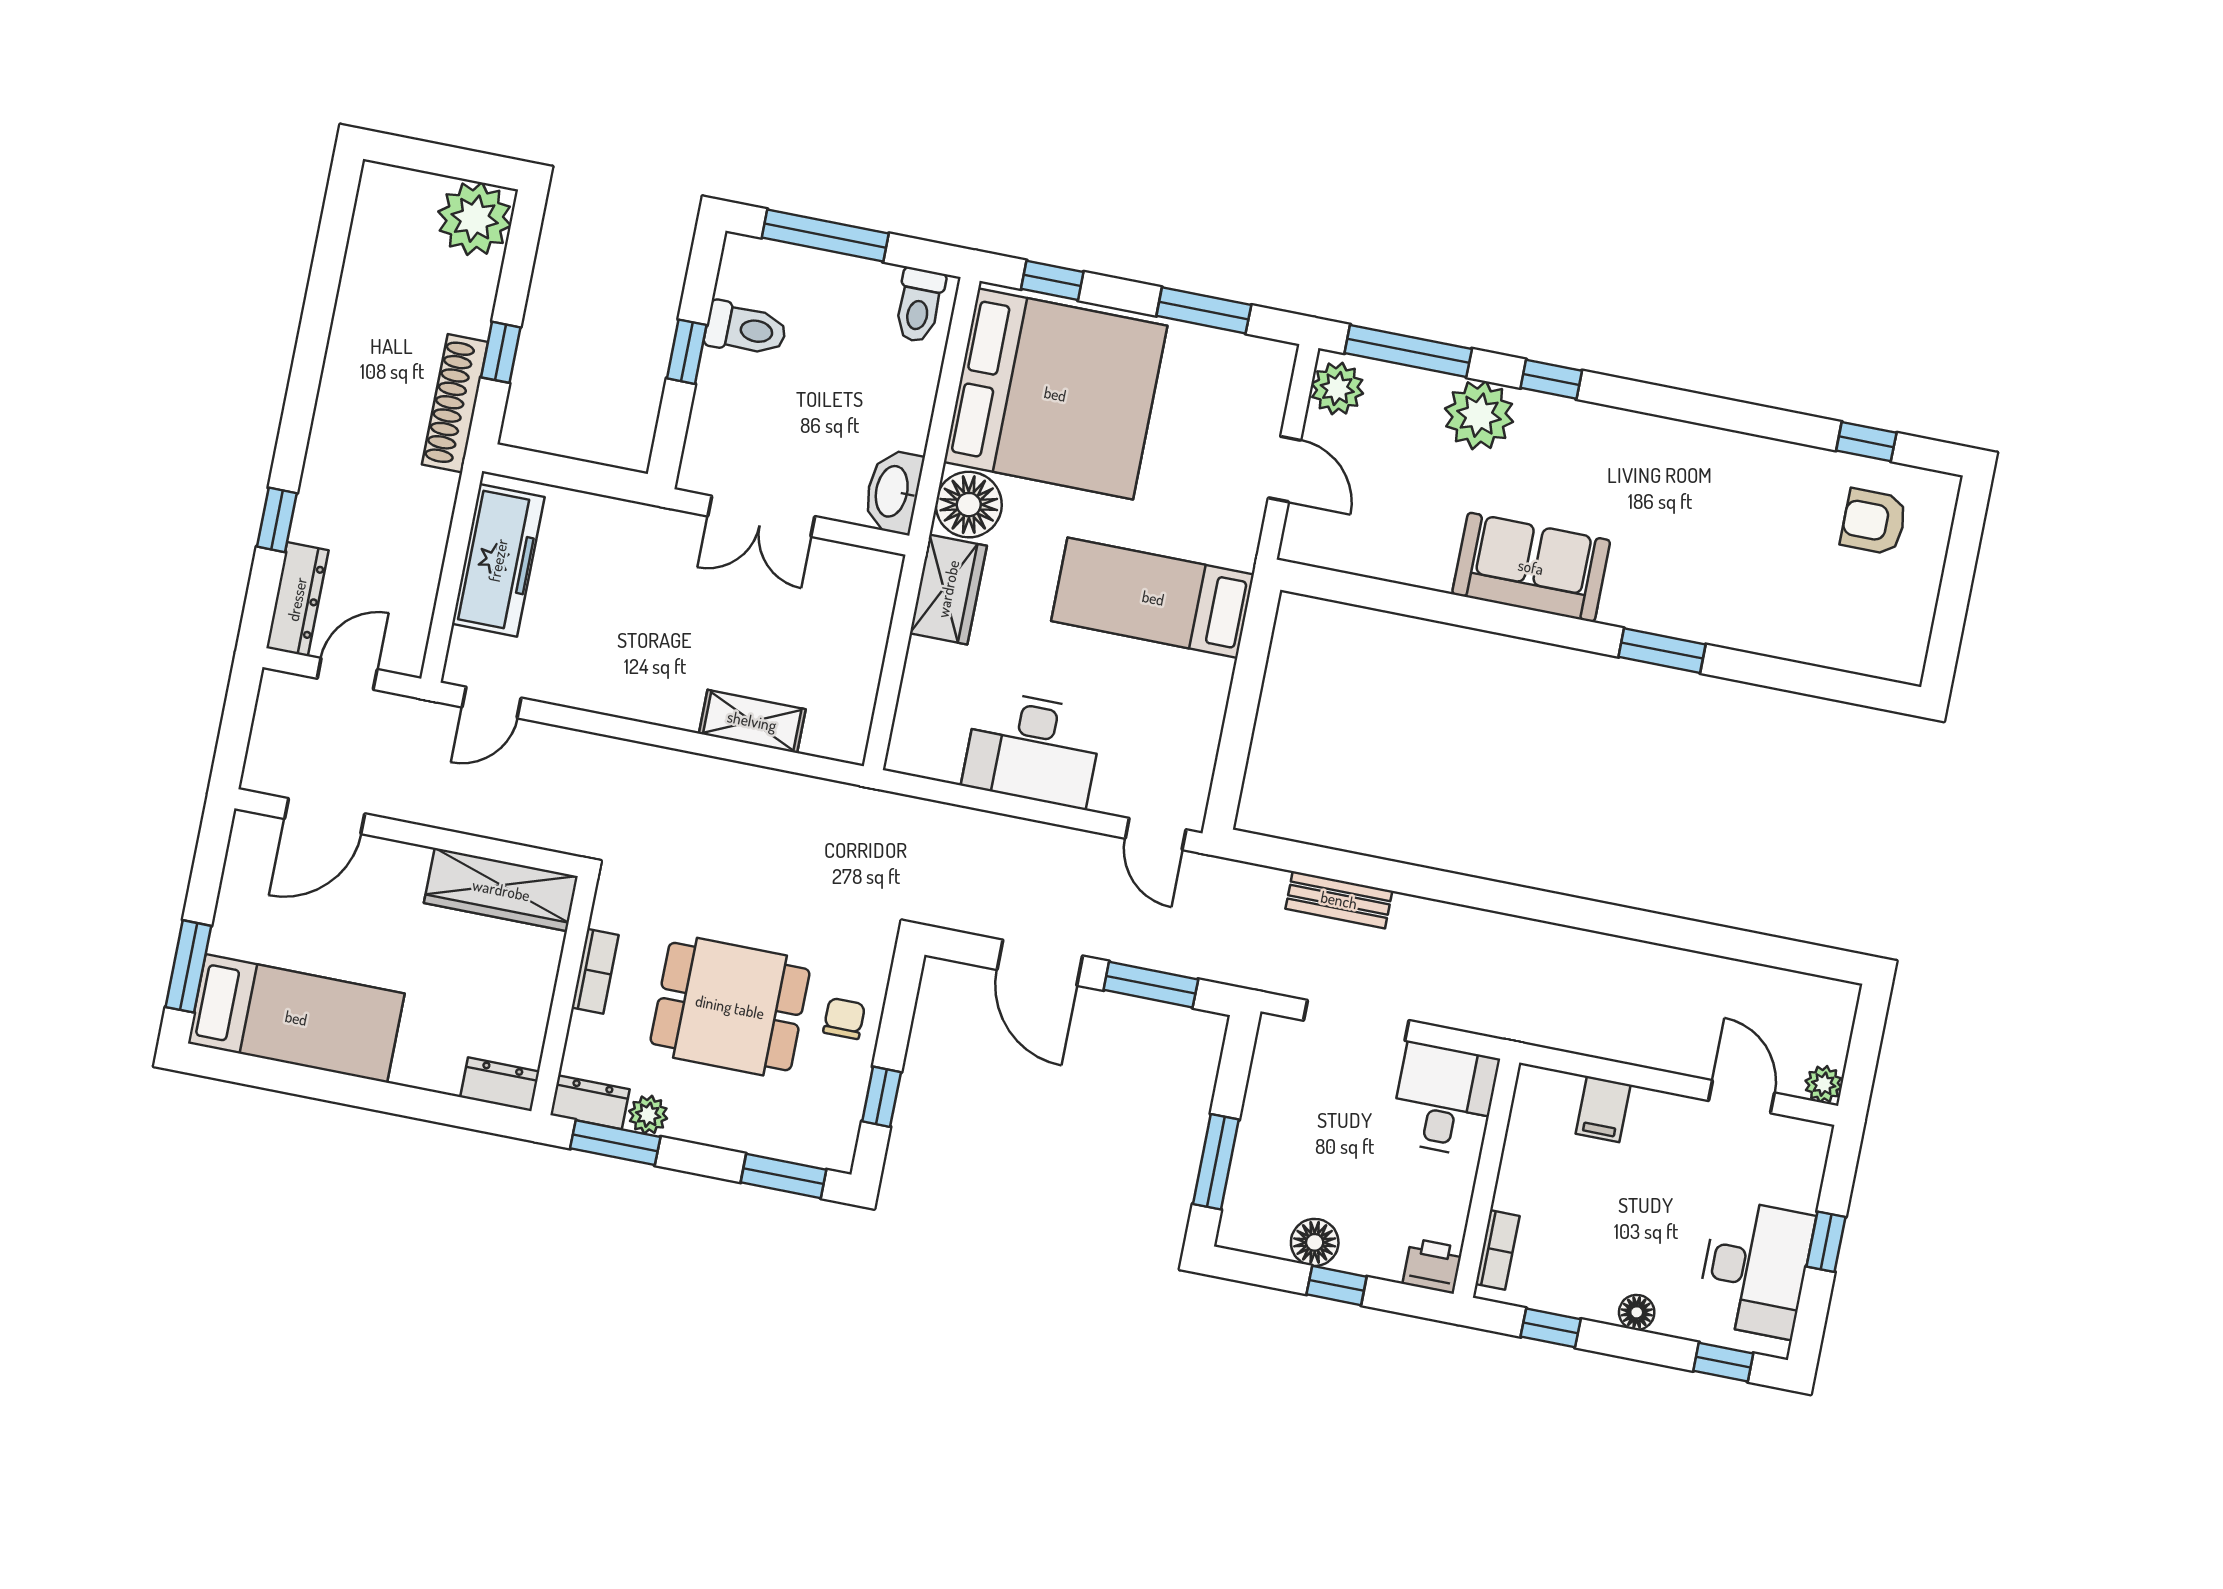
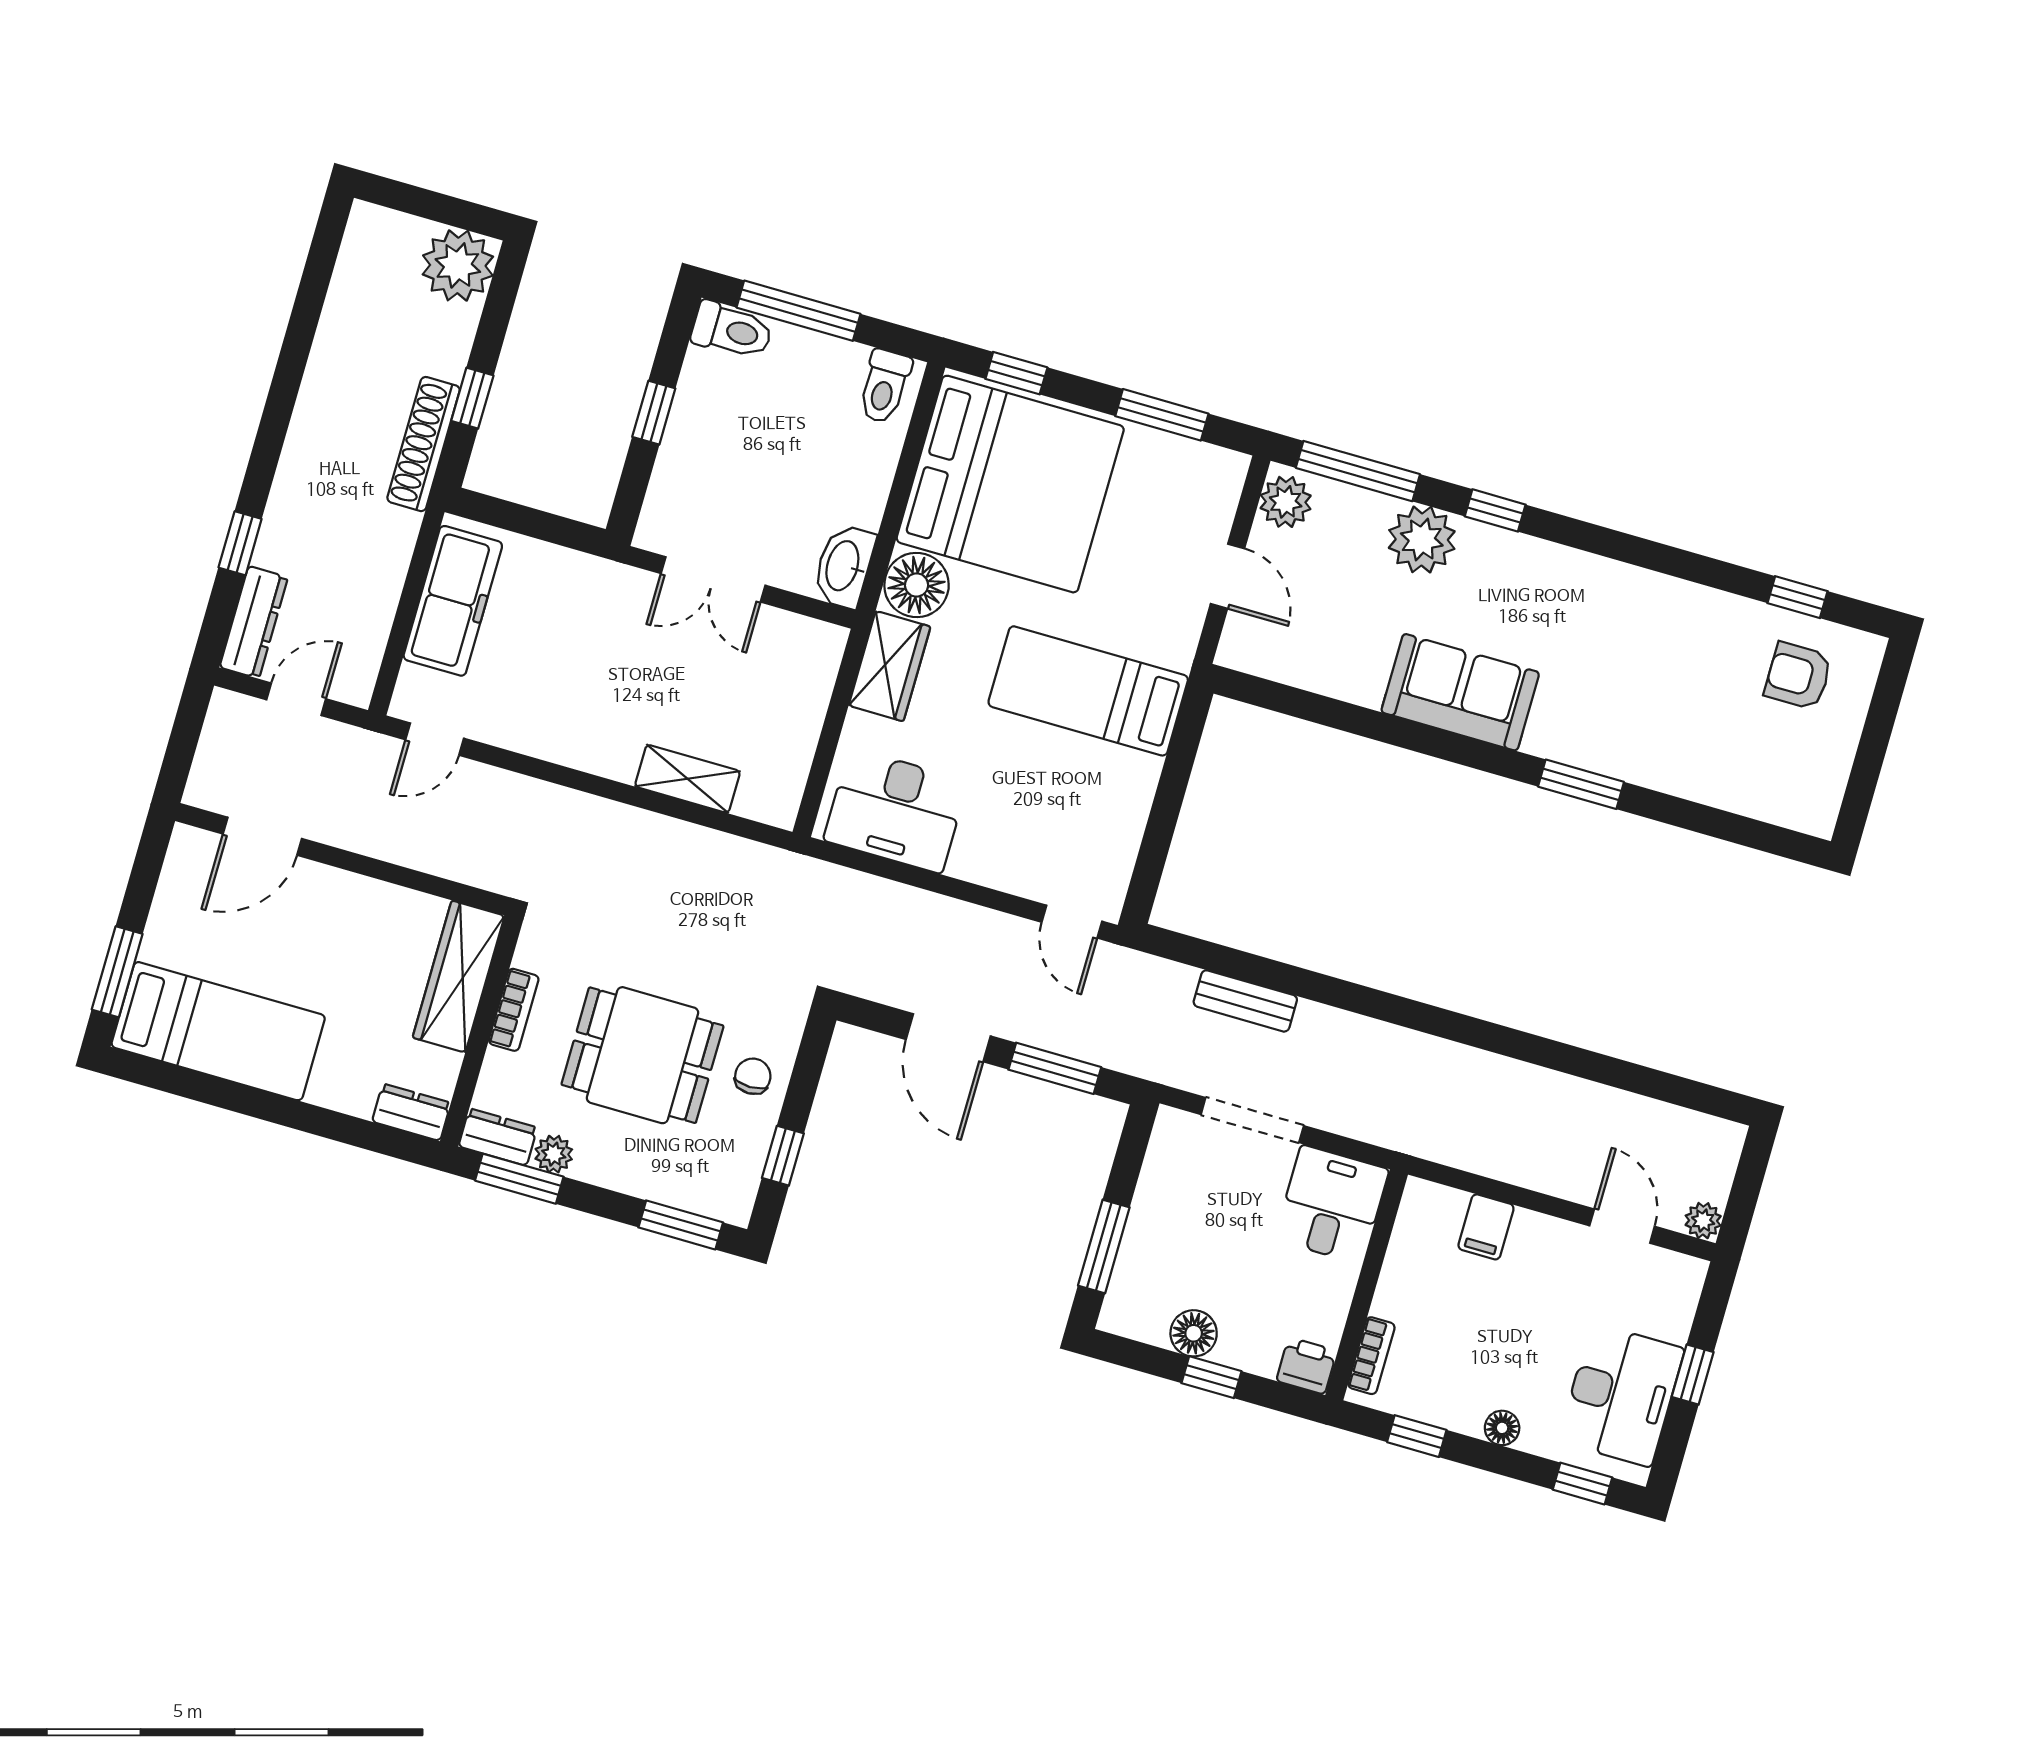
toilet: (746, 329) -> (732, 330), moved
desk: (1033, 749) -> (896, 811), moved
wardrobe: (501, 890) -> (459, 977), moved, turned 90

